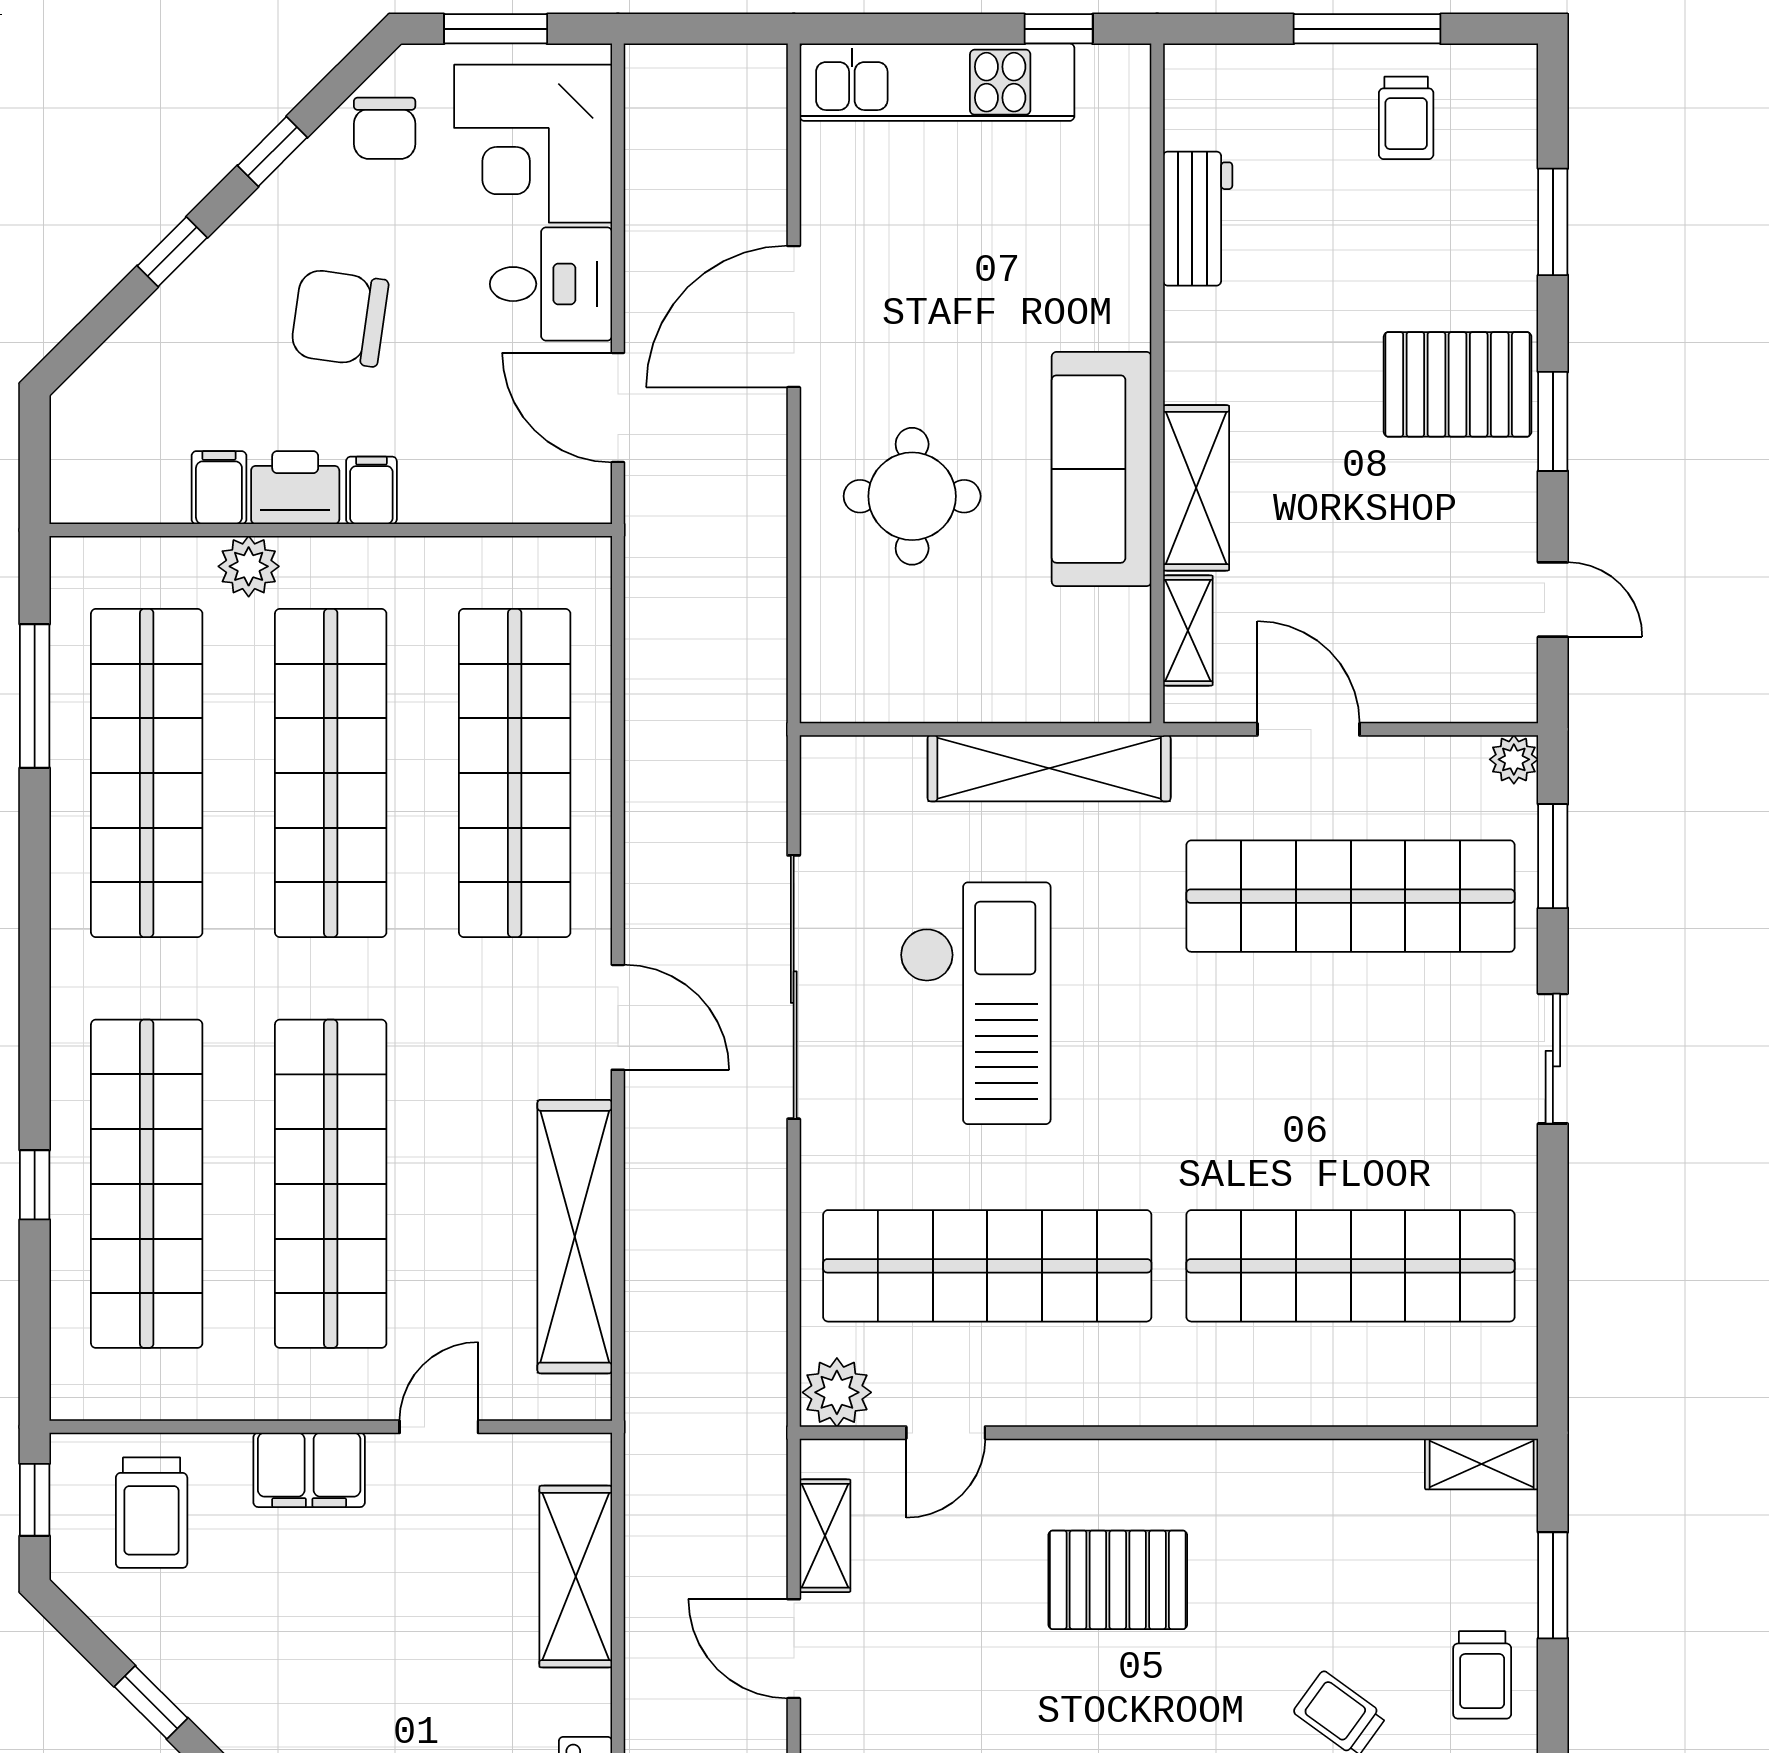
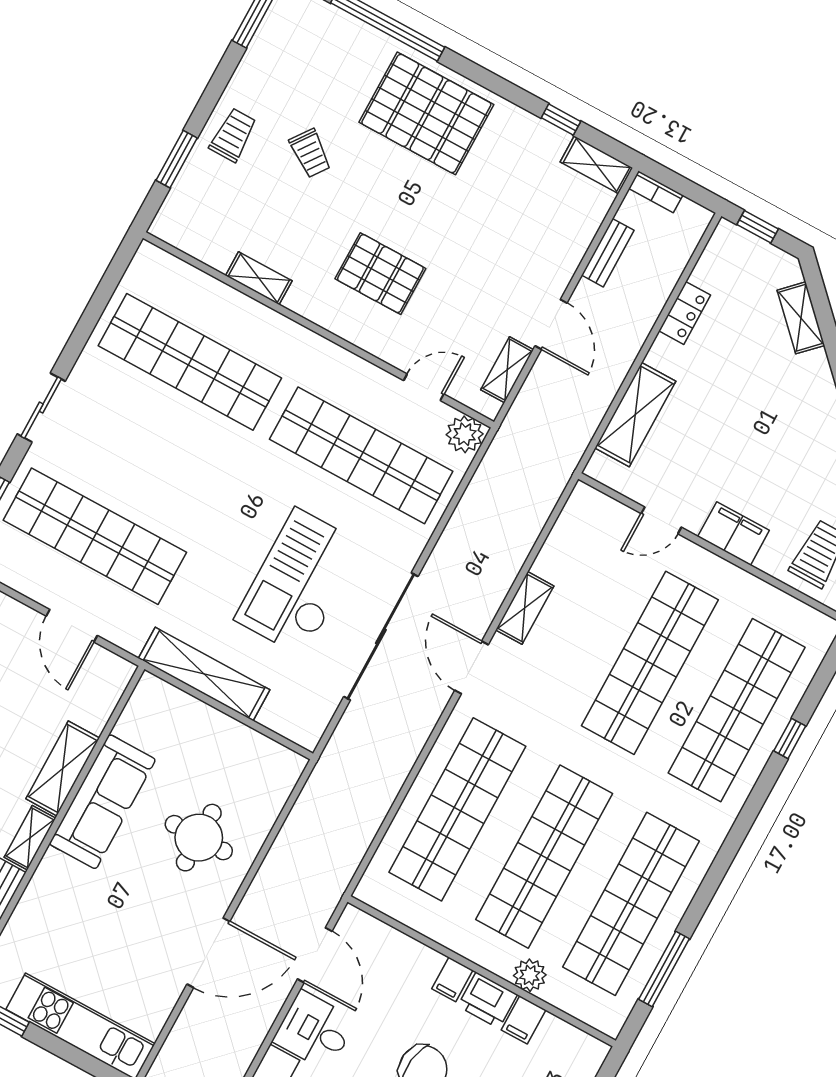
shelving: (1188, 630) -> (30, 838), moved
shelving: (575, 1237) -> (525, 608), width x0.45, depth x0.75
shelving: (1482, 1464) -> (259, 278), moved

